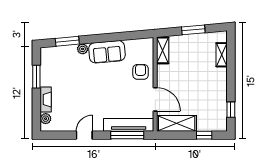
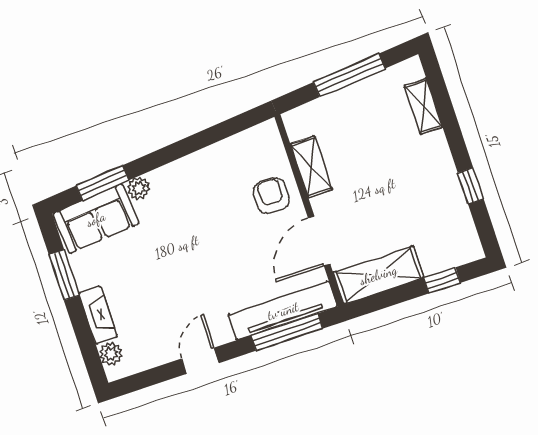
window: (193, 30) -> (349, 75), width x1.44
shelving: (163, 50) -> (311, 167), moved
sofa: (107, 52) -> (96, 219), moved
door: (155, 99) -> (319, 241), swing flipped
window: (231, 110) -> (471, 186), moved

